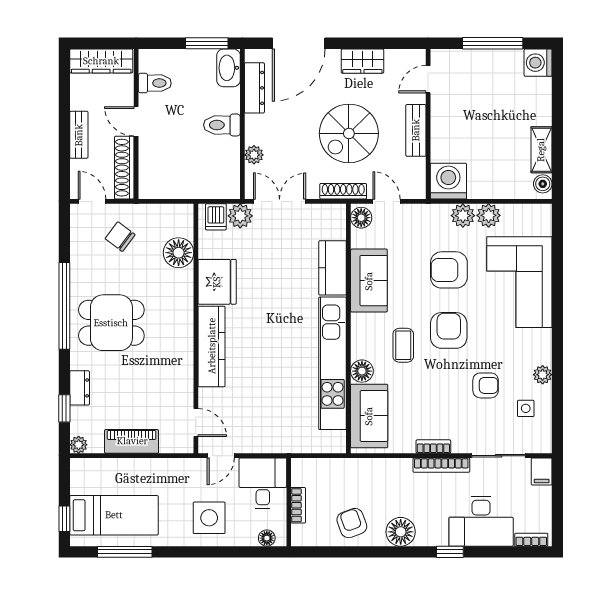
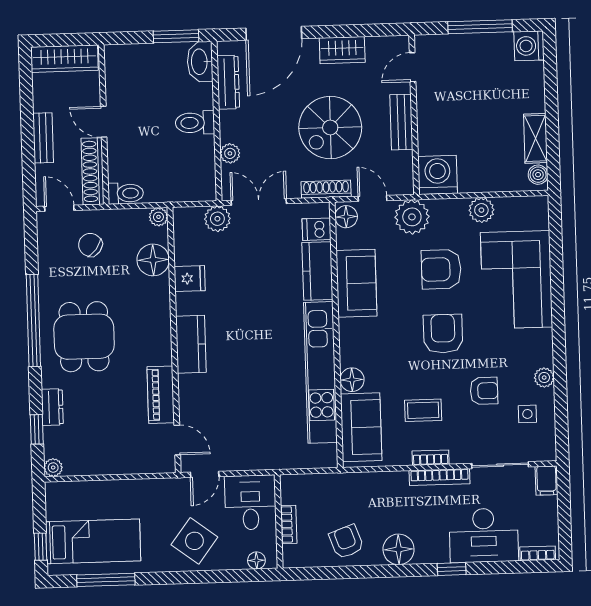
toilet: (155, 83) -> (126, 193), moved
plant: (185, 212) -> (158, 217), added
plant: (463, 216) -> (412, 217), moved, width x1.36, depth x1.36
dishwasher: (216, 217) -> (317, 229), moved, turned 90
fridge: (217, 282) -> (190, 279), width x0.53, depth x0.75
dining table: (111, 323) -> (84, 337), turned 90
coffee table: (403, 345) -> (423, 410), moved, turned 90
kitchen counter: (212, 346) -> (191, 344), width x0.67
piano: (132, 441) -> (161, 395), moved, turned -90
side table: (209, 518) -> (194, 541), turned 37

